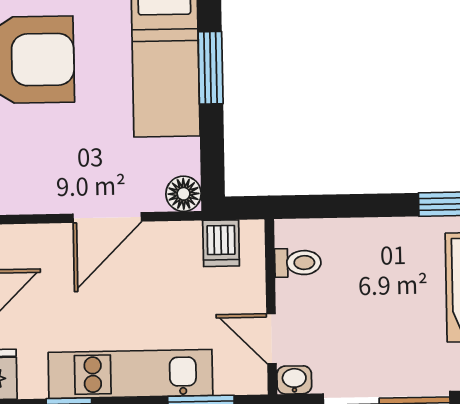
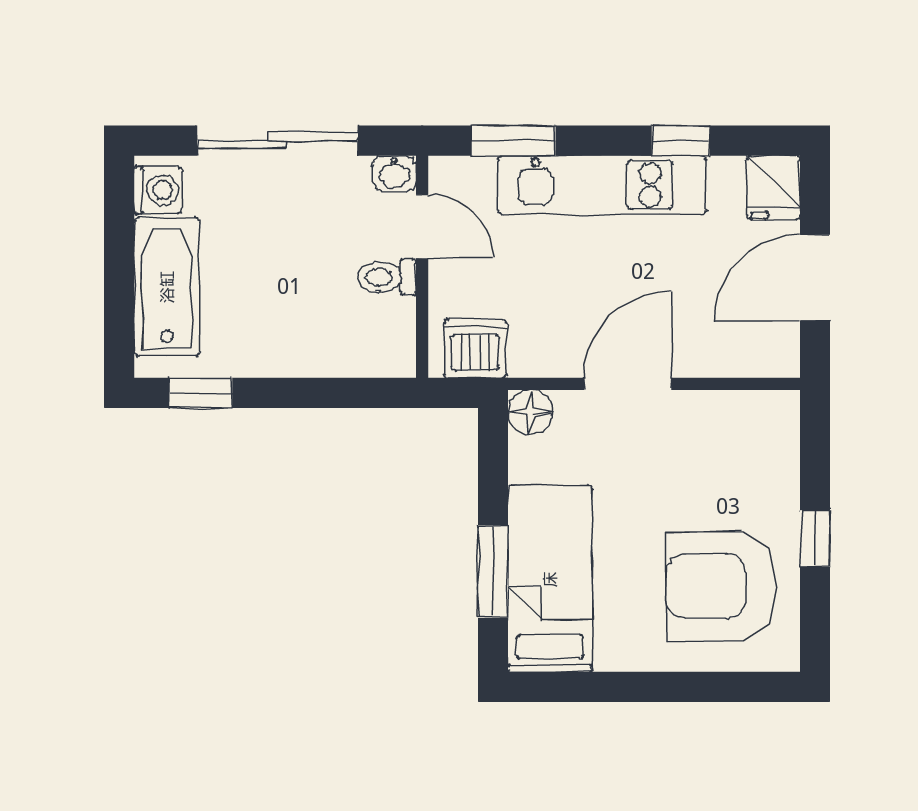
dishwasher: (221, 243) -> (475, 349), width x1.38
toilet: (298, 263) -> (387, 277), moved

